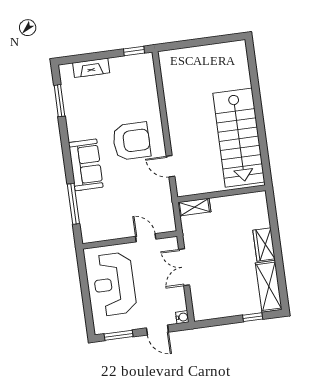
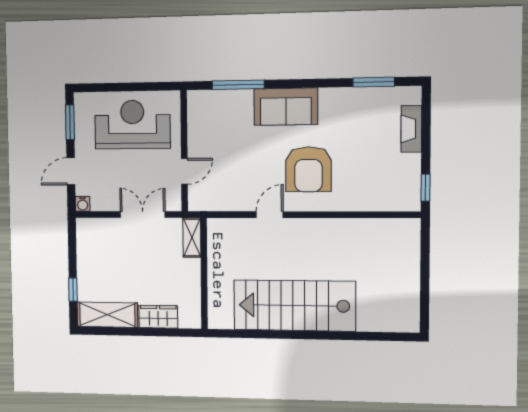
wall: (222, 194) -> (204, 274), moved
shelving: (194, 207) -> (192, 237), moved

